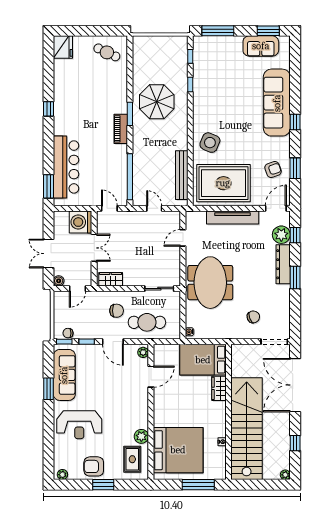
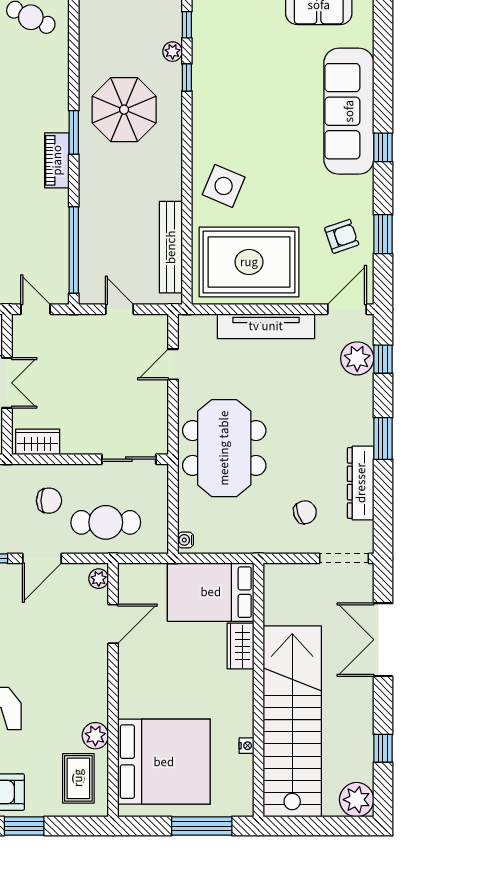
plant: (183, 71) -> (173, 52), added
dresser: (283, 264) -> (361, 483), moved
door: (113, 342) -> (42, 558), hinge flipped
double door: (295, 385) -> (383, 640), width x0.73
plant: (285, 475) -> (357, 800), width x1.88, depth x1.88

